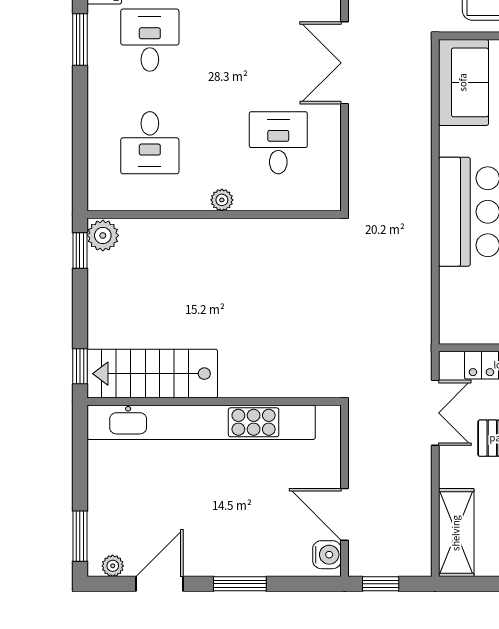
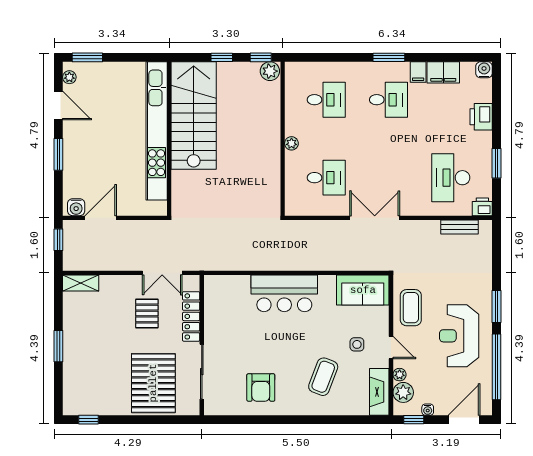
desk: (150, 143) -> (326, 100), turned 180
window: (80, 366) -> (222, 57), moved
stairs: (152, 374) -> (194, 116), width x1.36, depth x1.51
shelving: (456, 533) -> (81, 283), width x0.67, depth x0.75

